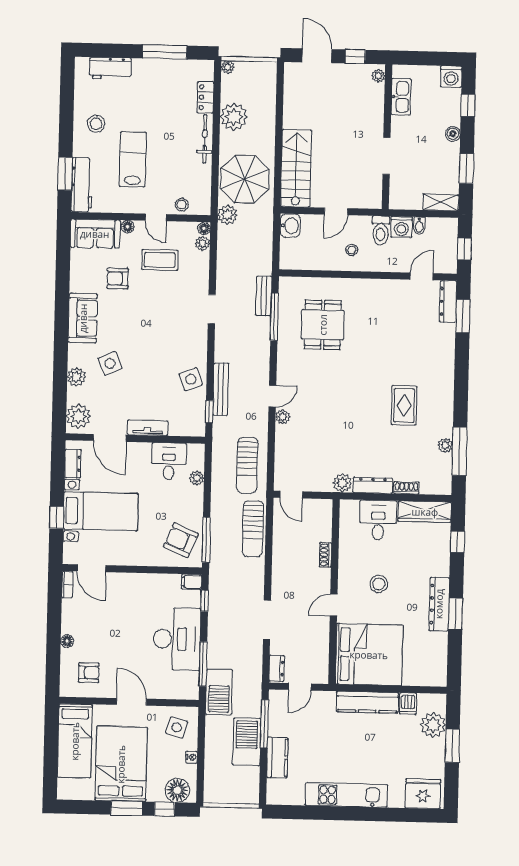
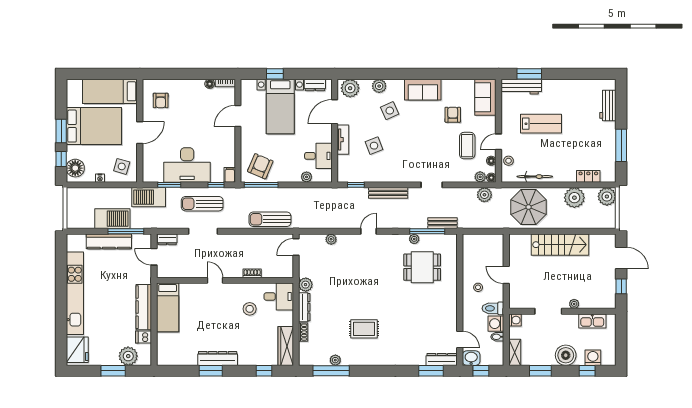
door: (317, 56) -> (621, 258), hinge flipped
plant: (228, 67) -> (607, 196), width x1.88, depth x1.88
plant: (378, 76) -> (574, 304), moved
washing machine: (451, 77) -> (593, 358), moved, turned 90
stool: (96, 124) -> (567, 96), removed
boiler: (453, 134) -> (566, 355), width x1.86, depth x1.86
bicycle: (205, 139) -> (535, 177), moved
stairs: (296, 168) -> (560, 245), moved
washing machine: (397, 201) -> (515, 320), added
plant: (227, 215) -> (484, 195), moved
washbasin: (290, 226) -> (471, 358), moved, turned 180
floor lamp: (128, 227) -> (491, 161), moved
plant: (284, 335) -> (414, 239), added
side table: (191, 379) -> (374, 146), moved
bench: (221, 389) -> (388, 193), moved
door: (272, 396) -> (368, 231), swing flipped
plant: (283, 417) -> (331, 239), moved
sun lounger: (247, 465) -> (202, 204), moved
desk: (378, 520) -> (279, 296), moved
door: (91, 568) -> (238, 116), moved
stool: (379, 584) -> (250, 309), moved
floor lamp: (67, 641) -> (210, 84), moved
bed: (369, 655) -> (168, 307), width x0.49
window: (203, 664) -> (169, 185), width x0.69
kitchen counter: (277, 758) -> (109, 241), width x1.50
kitchen unit: (346, 795) -> (75, 293), width x1.36

